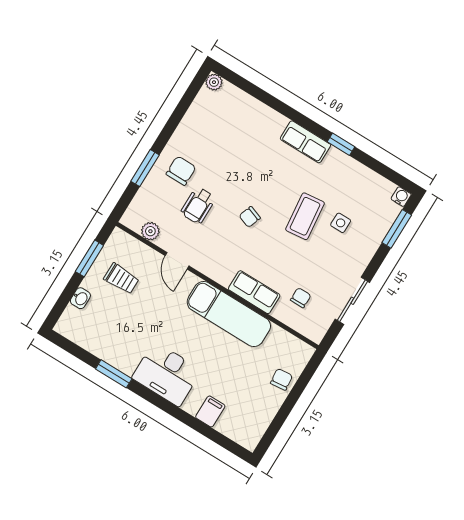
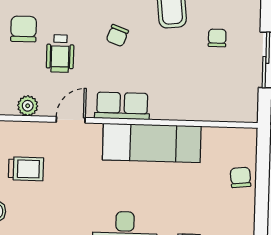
door: (177, 261) -> (71, 120), swing flipped
row of seats: (254, 292) -> (122, 106), moved
chair: (301, 298) -> (217, 38), moved

